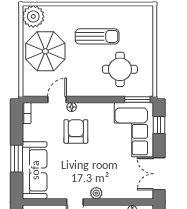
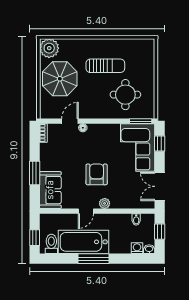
armchair: (76, 131) -> (97, 174), moved
sofa: (35, 170) -> (50, 190), width x0.73

